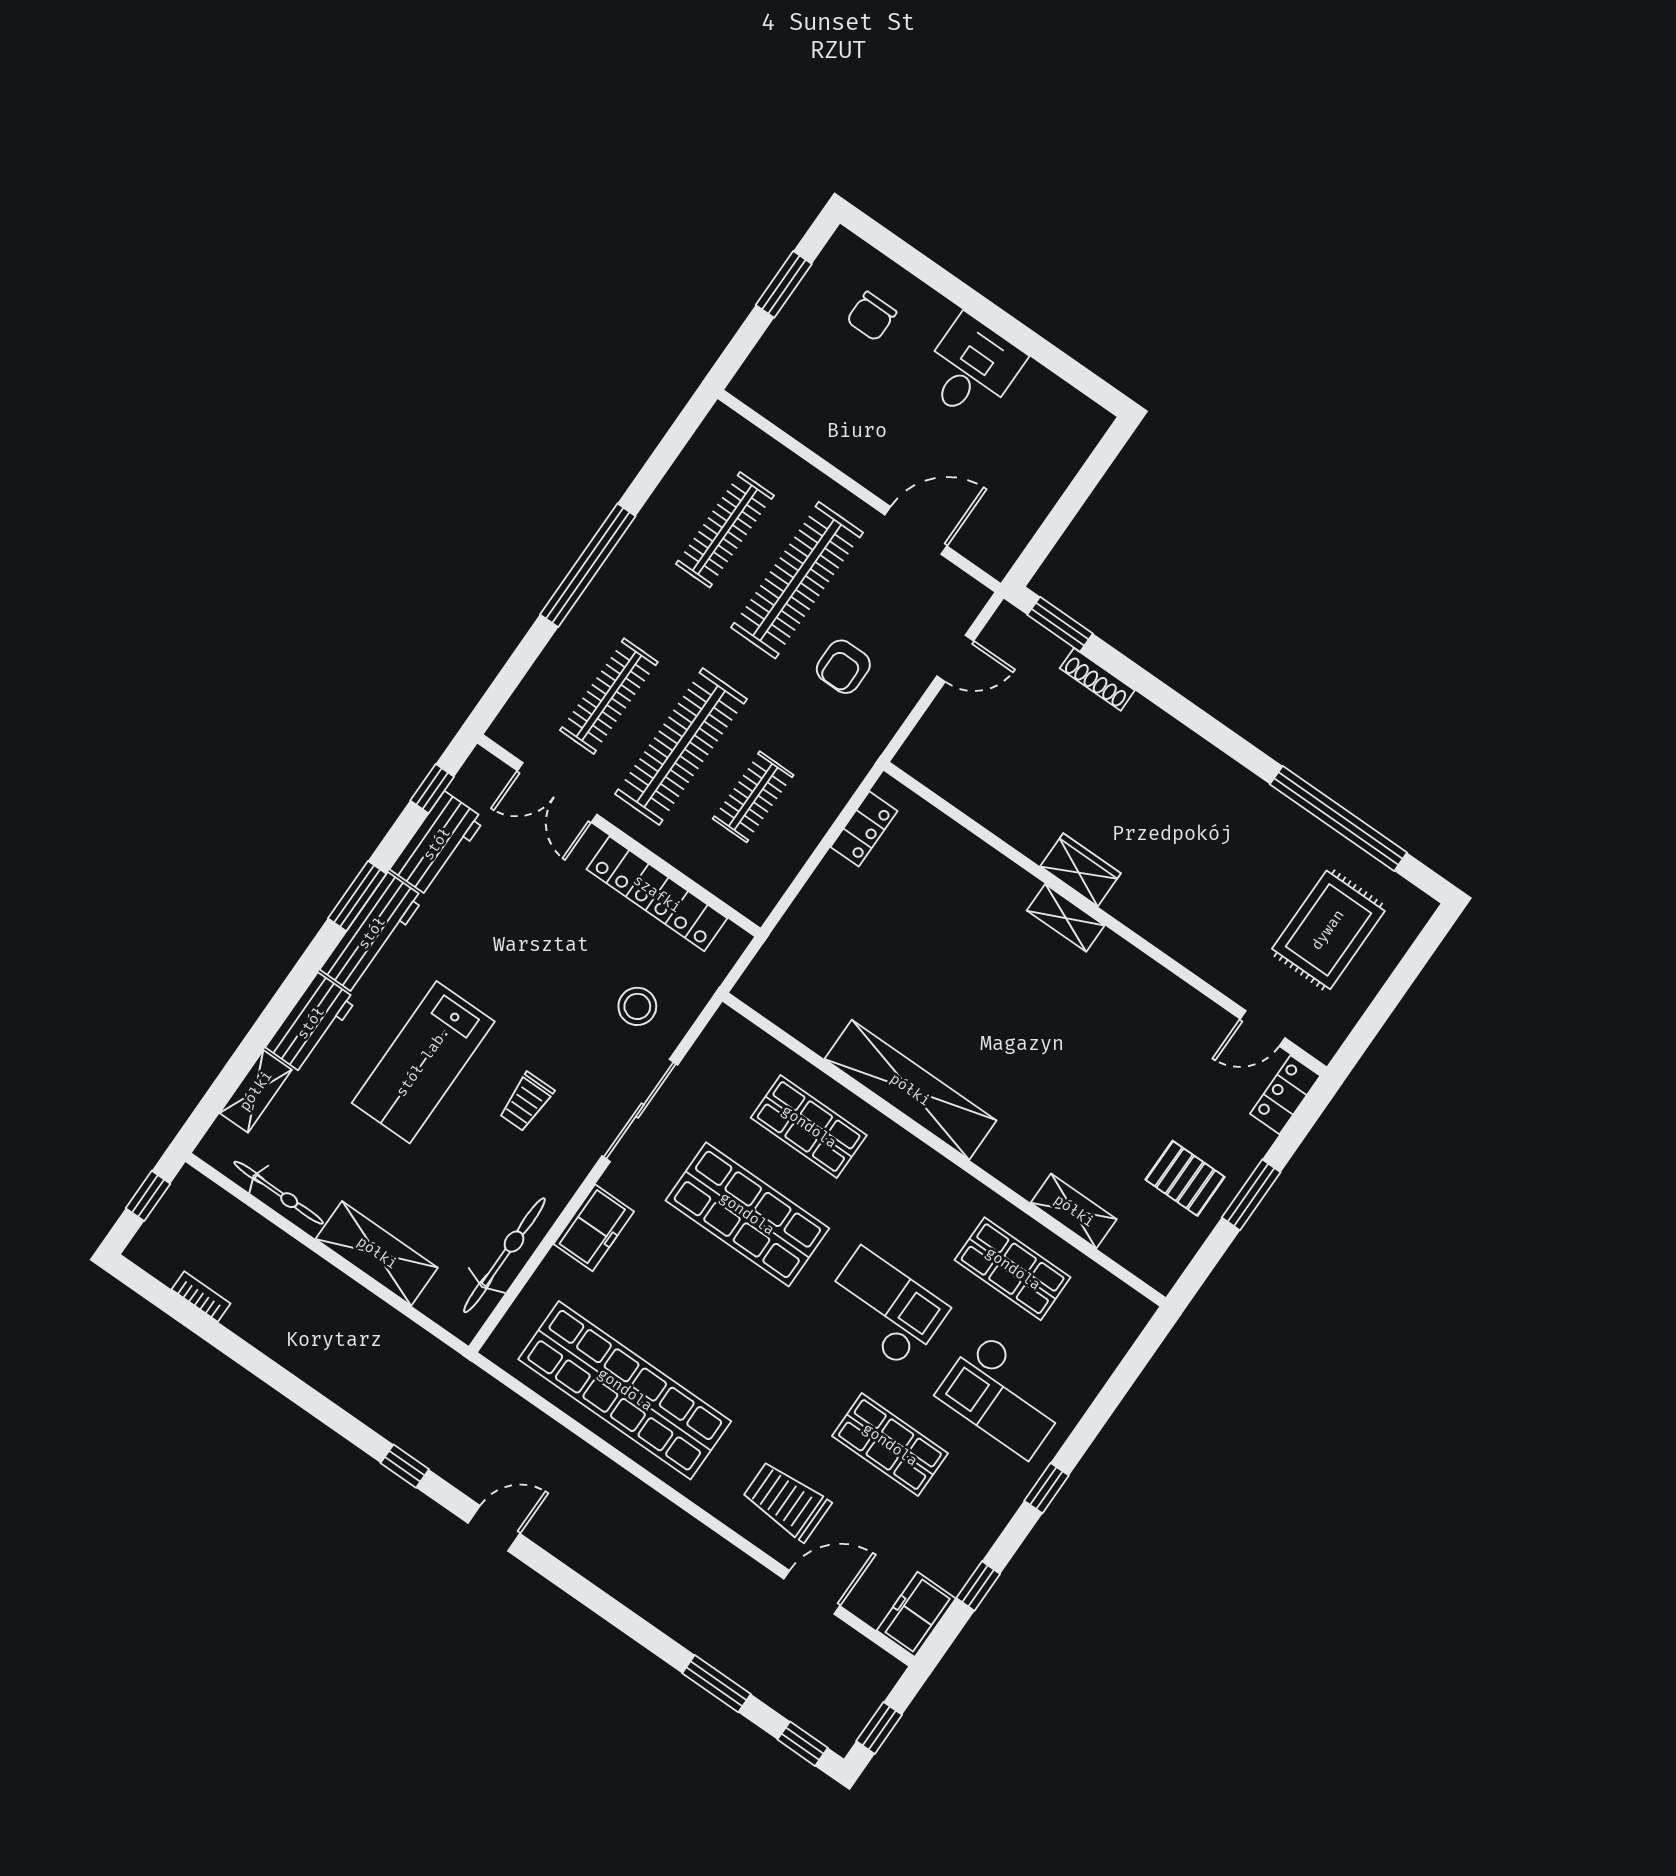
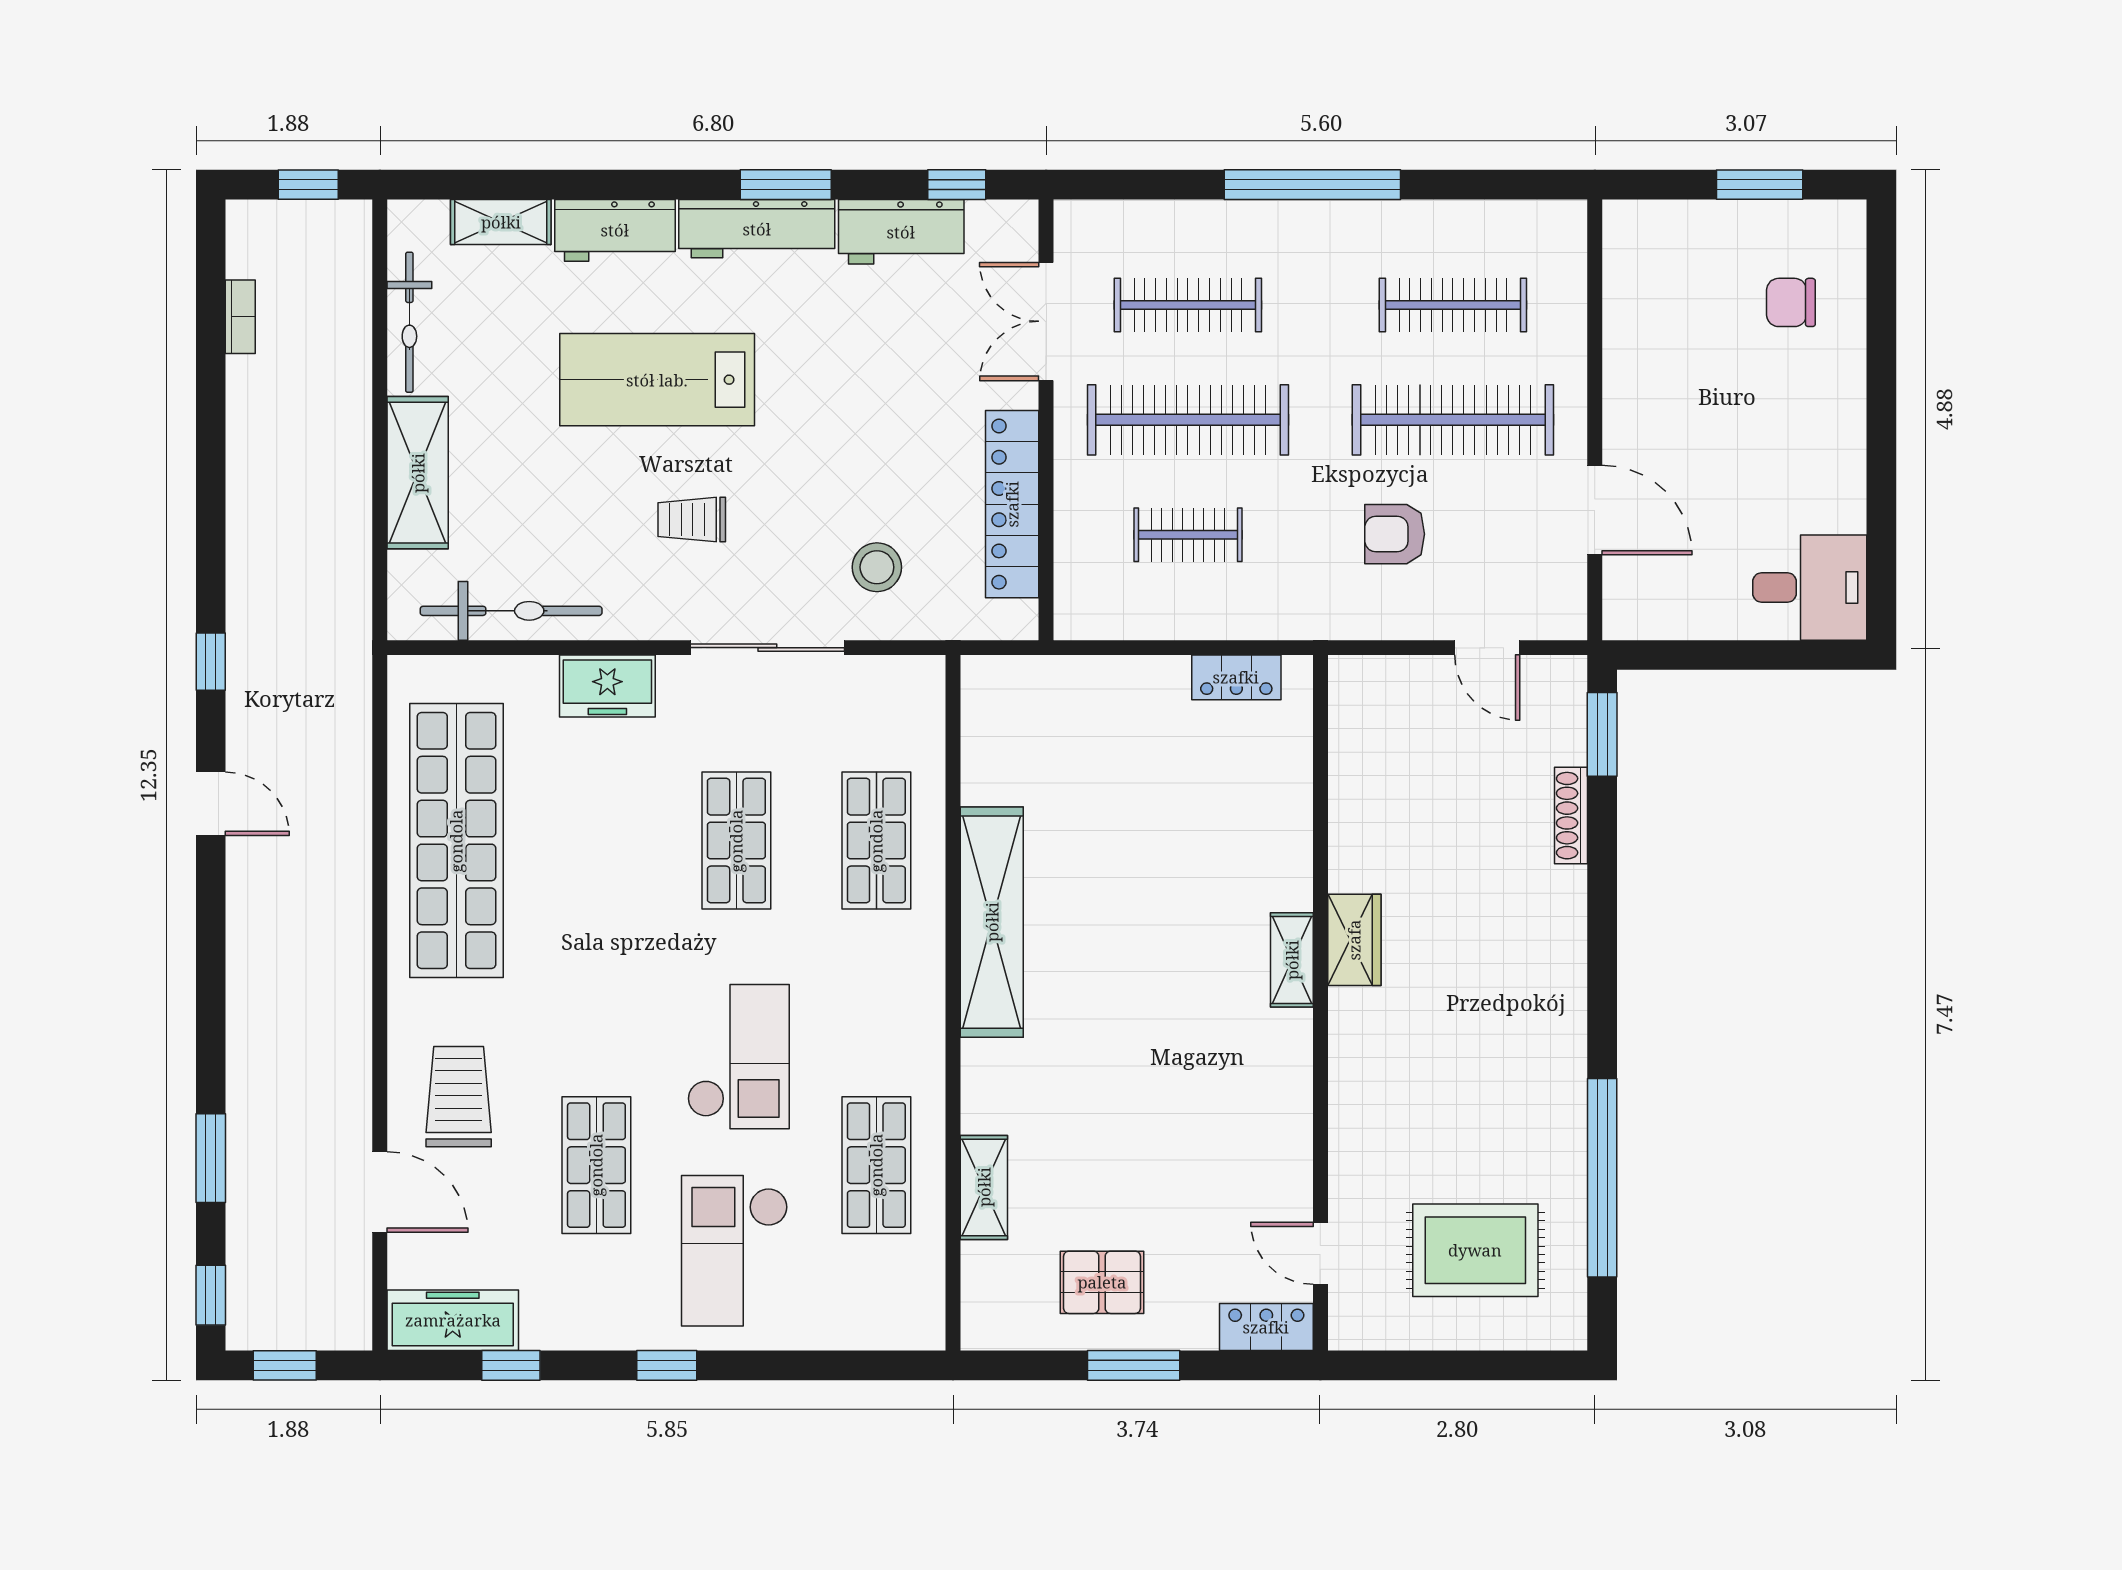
desk: (971, 369) -> (1810, 588), moved
pallet: (1185, 1178) -> (1102, 1282), turned 90
shop shelf: (747, 1214) -> (736, 841), width x0.70, depth x0.74
freezer: (916, 1614) -> (453, 1320), width x1.40

